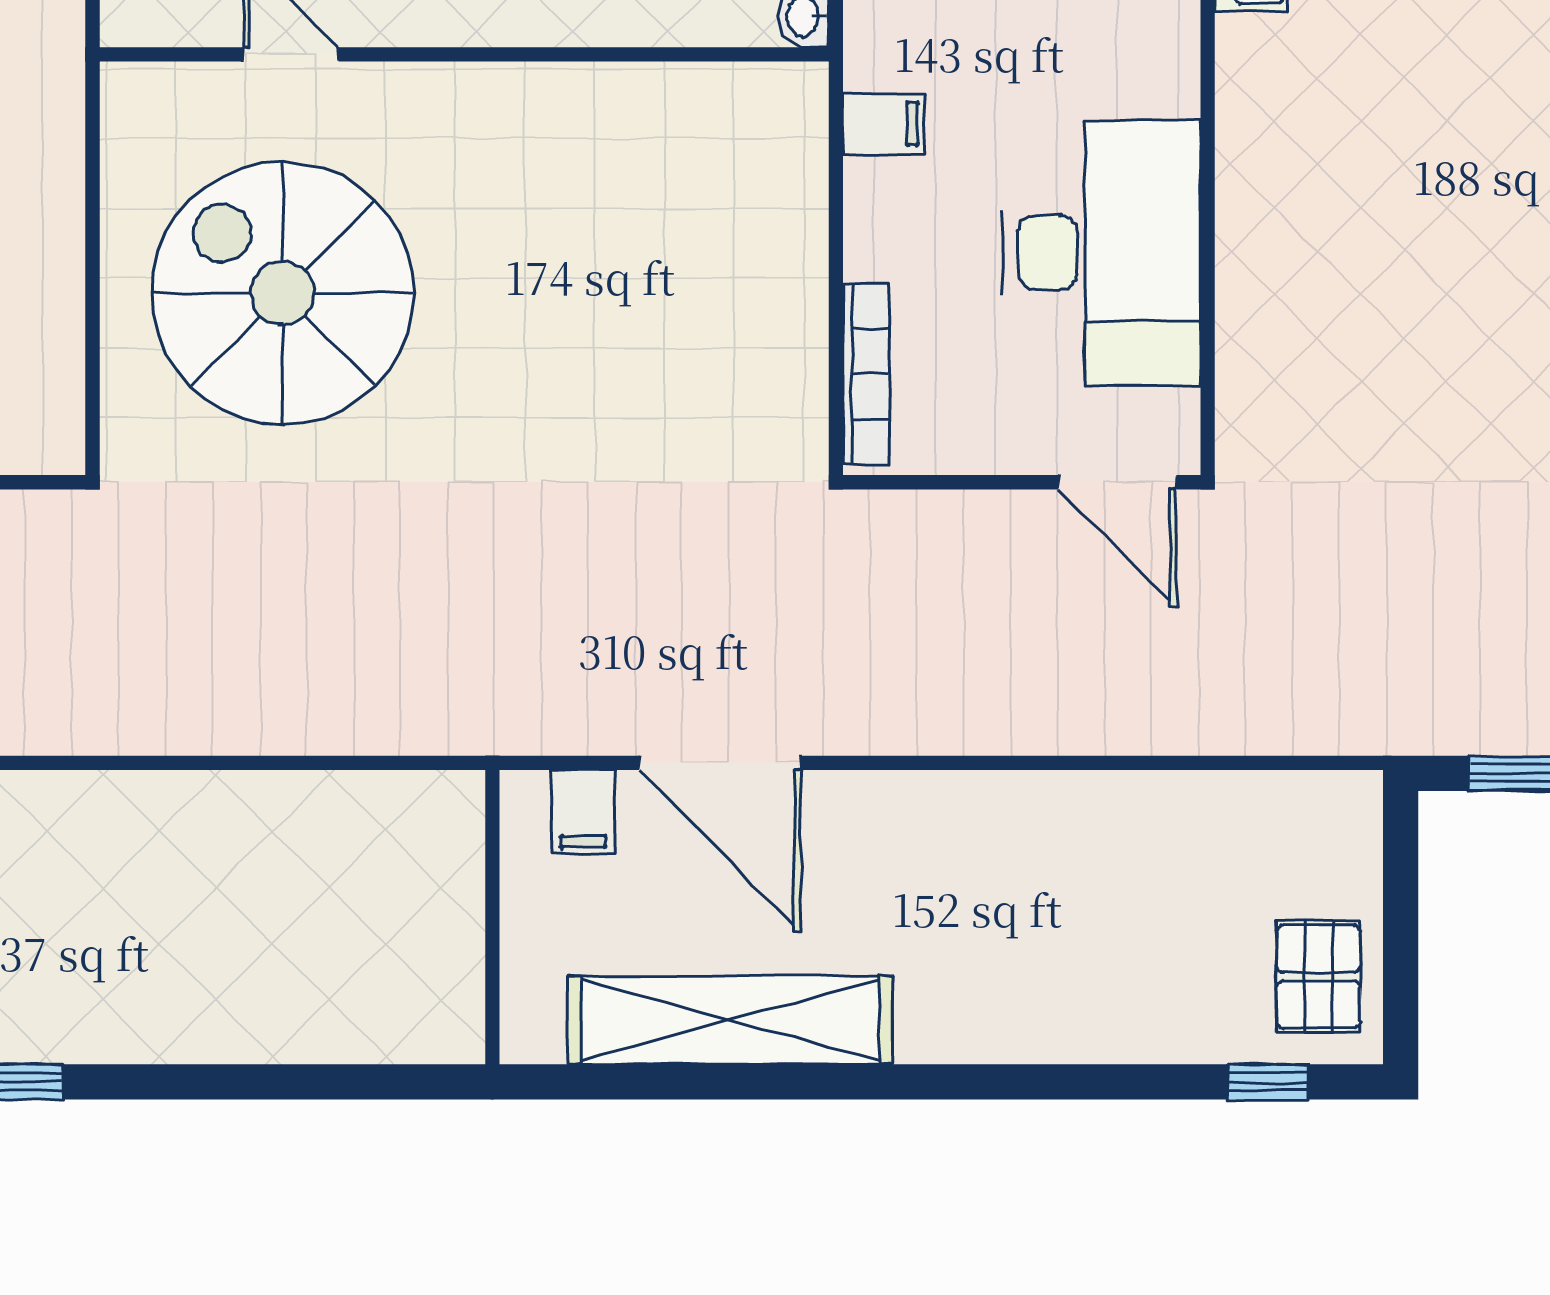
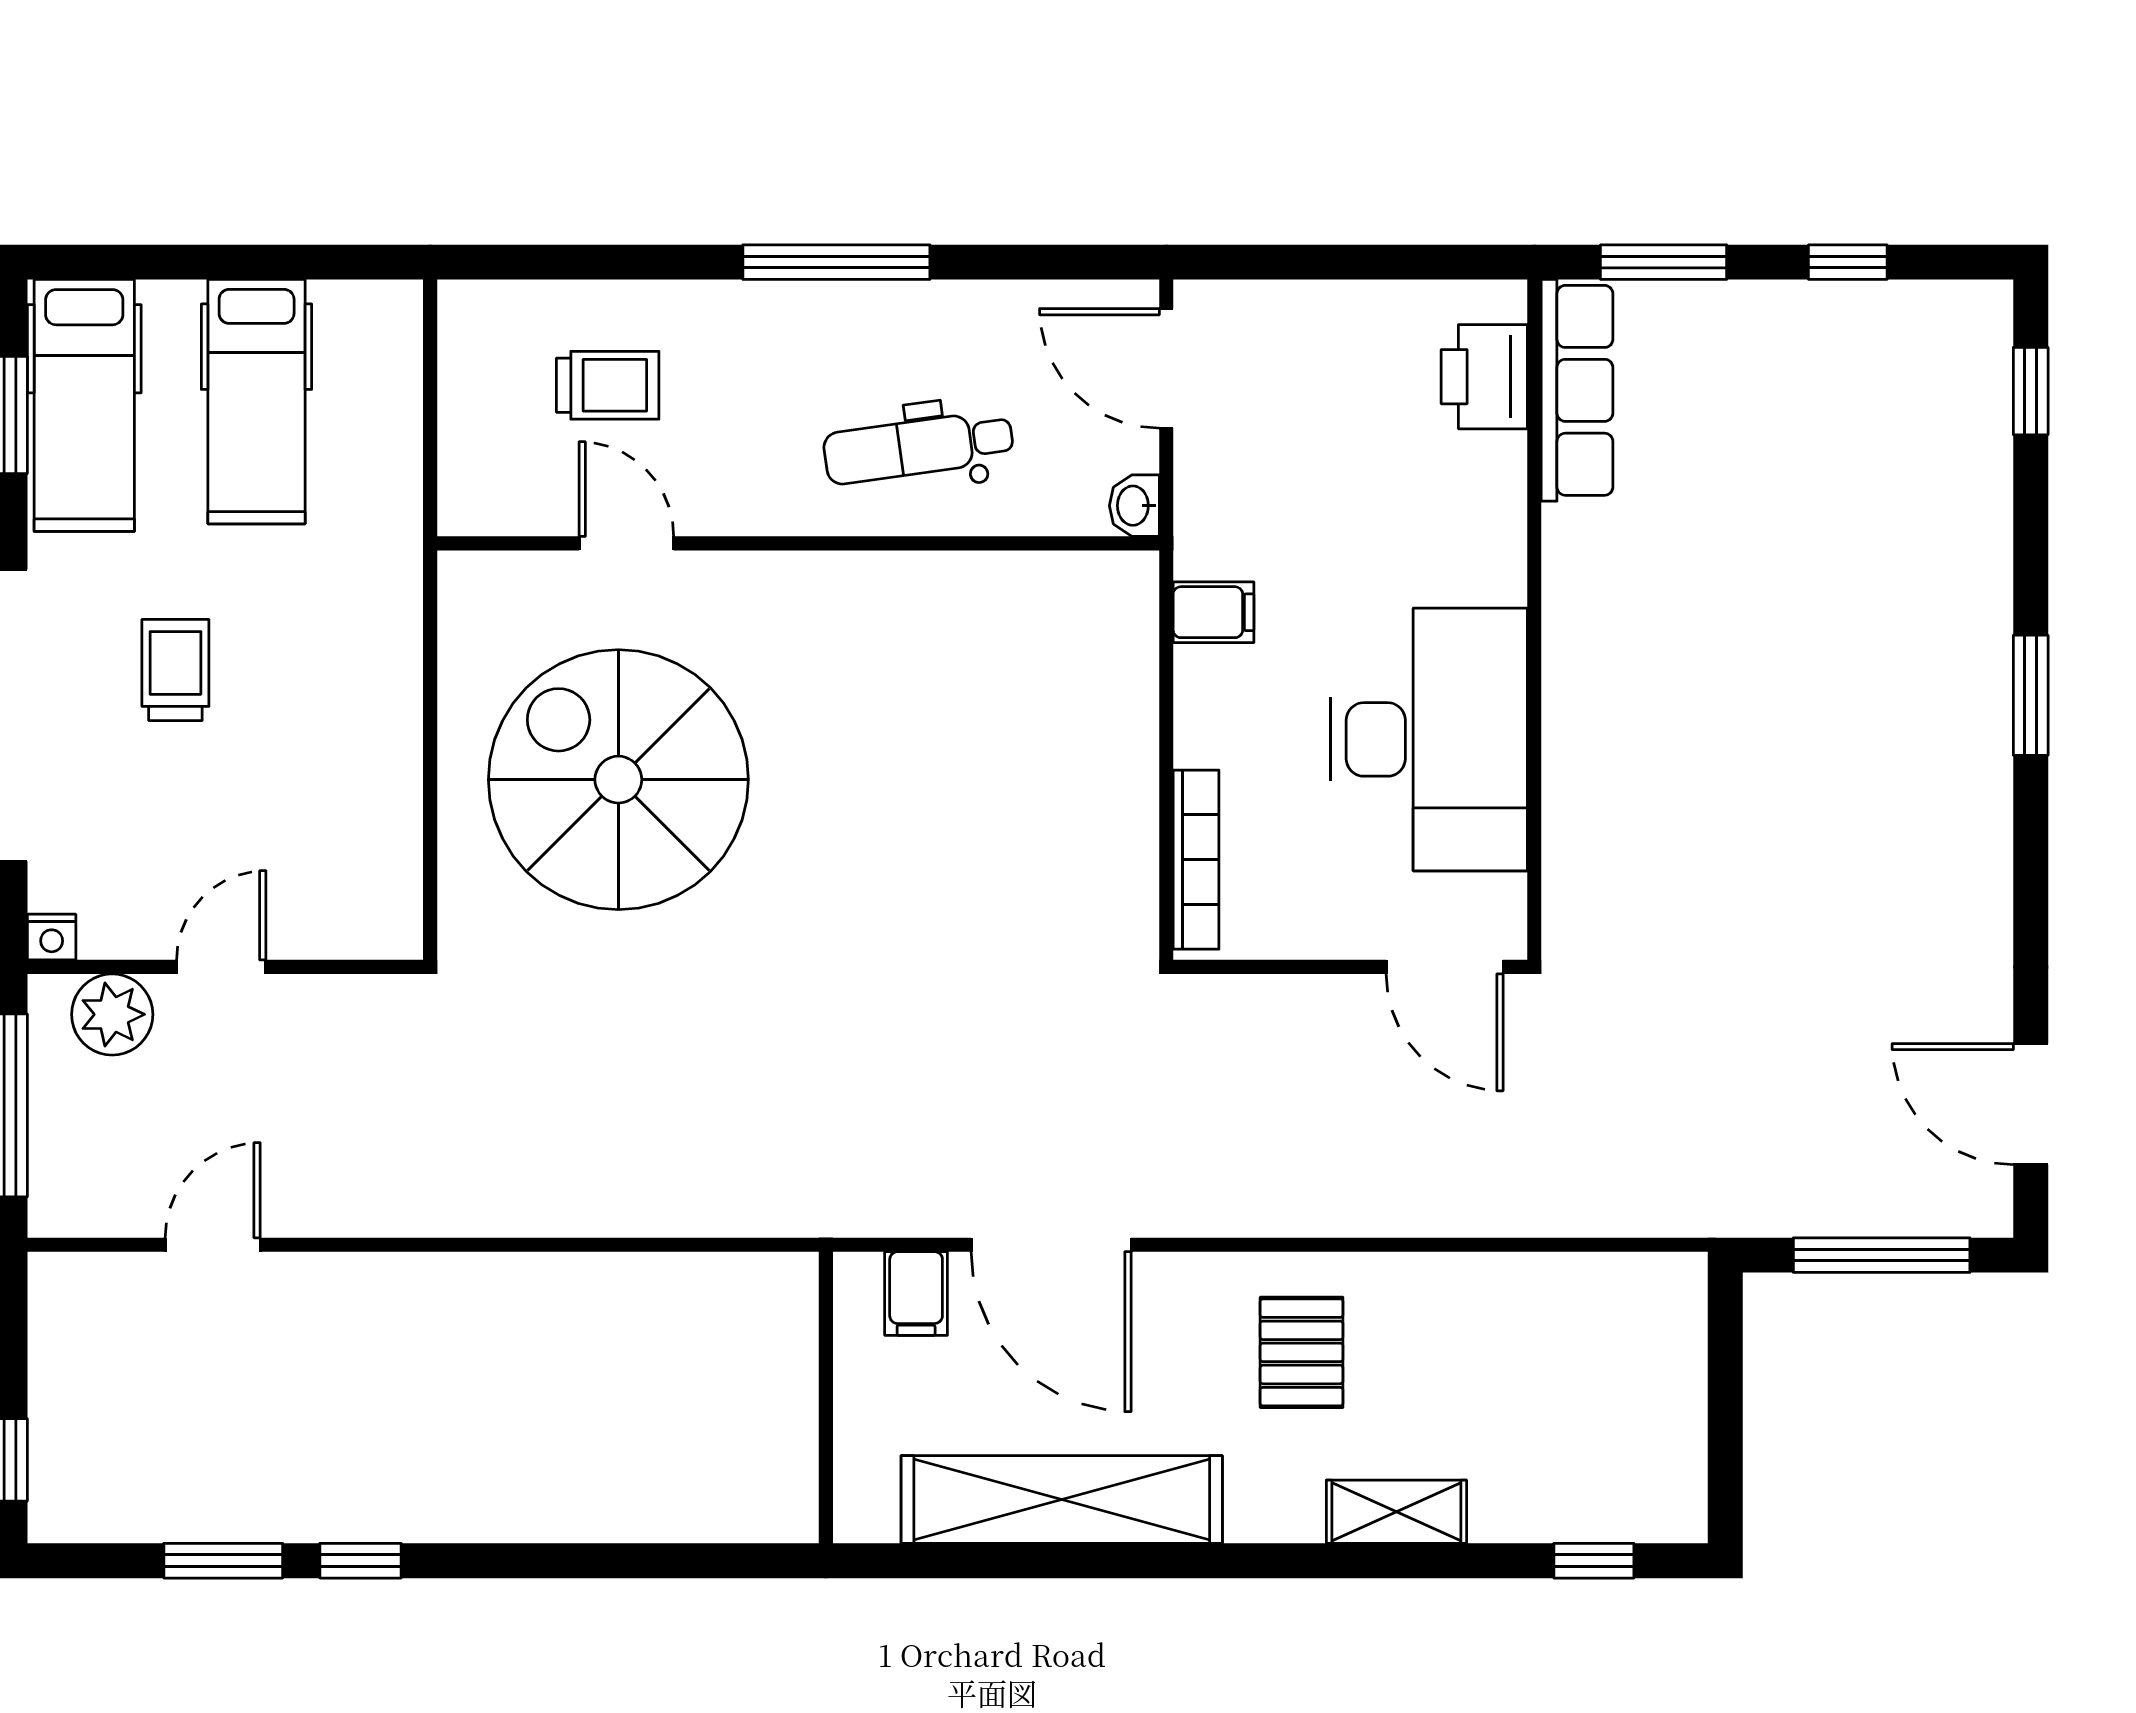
pallet: (1318, 977) -> (1302, 1352), moved
shelving: (1069, 1033) -> (1396, 1512), added

